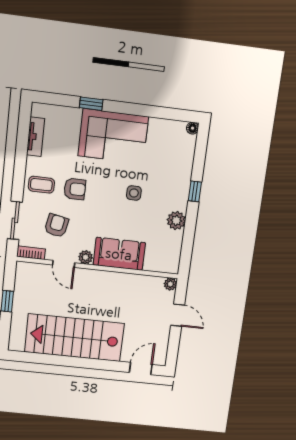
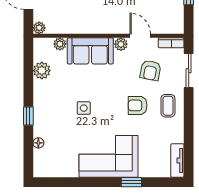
floor lamp: (193, 128) -> (38, 143), moved
tv unit: (36, 137) -> (177, 161), moved
coffee table: (41, 185) -> (168, 106), turned 90
plant: (176, 221) -> (42, 71), moved
plant: (151, 265) -> (60, 44), added

